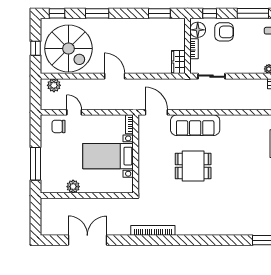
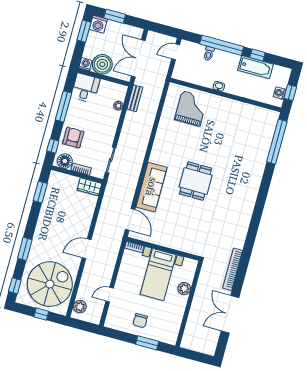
door: (156, 112) -> (130, 219), swing flipped
chair: (59, 126) -> (140, 321), moved
window: (36, 164) -> (147, 343), width x0.69
dining table: (193, 166) -> (196, 181), moved
plant: (73, 187) -> (184, 289), moved
bookcase: (153, 230) -> (233, 269), moved

